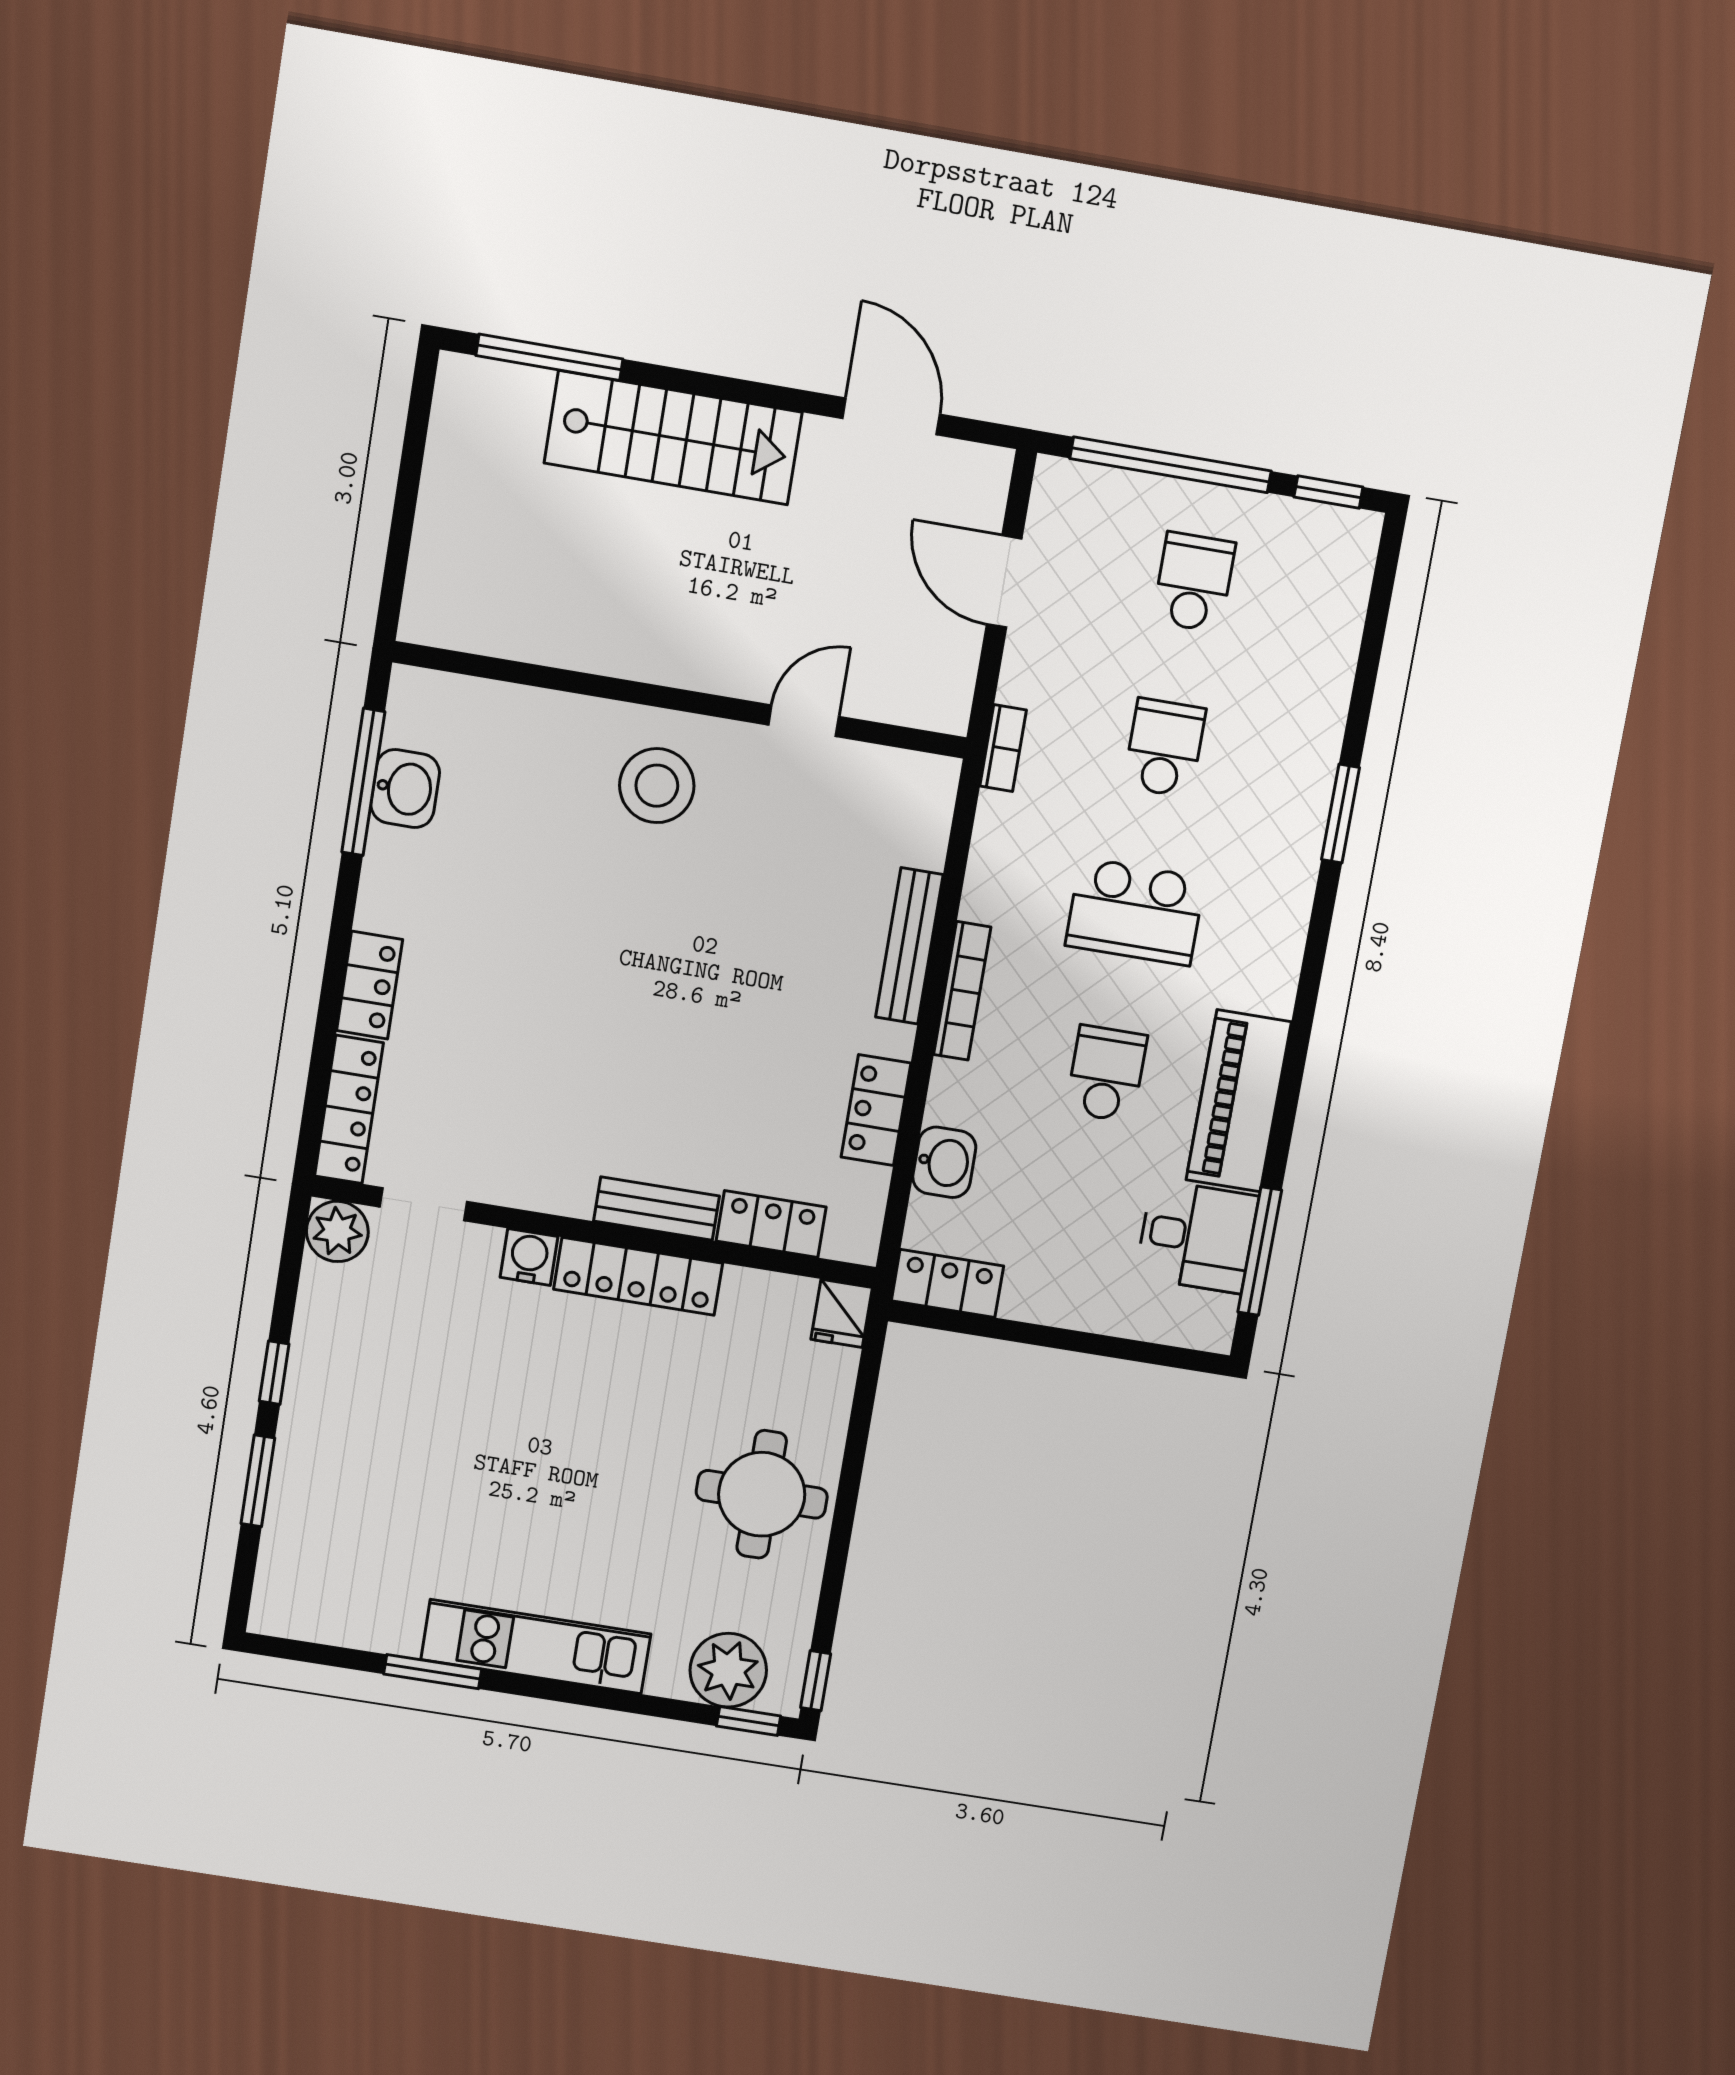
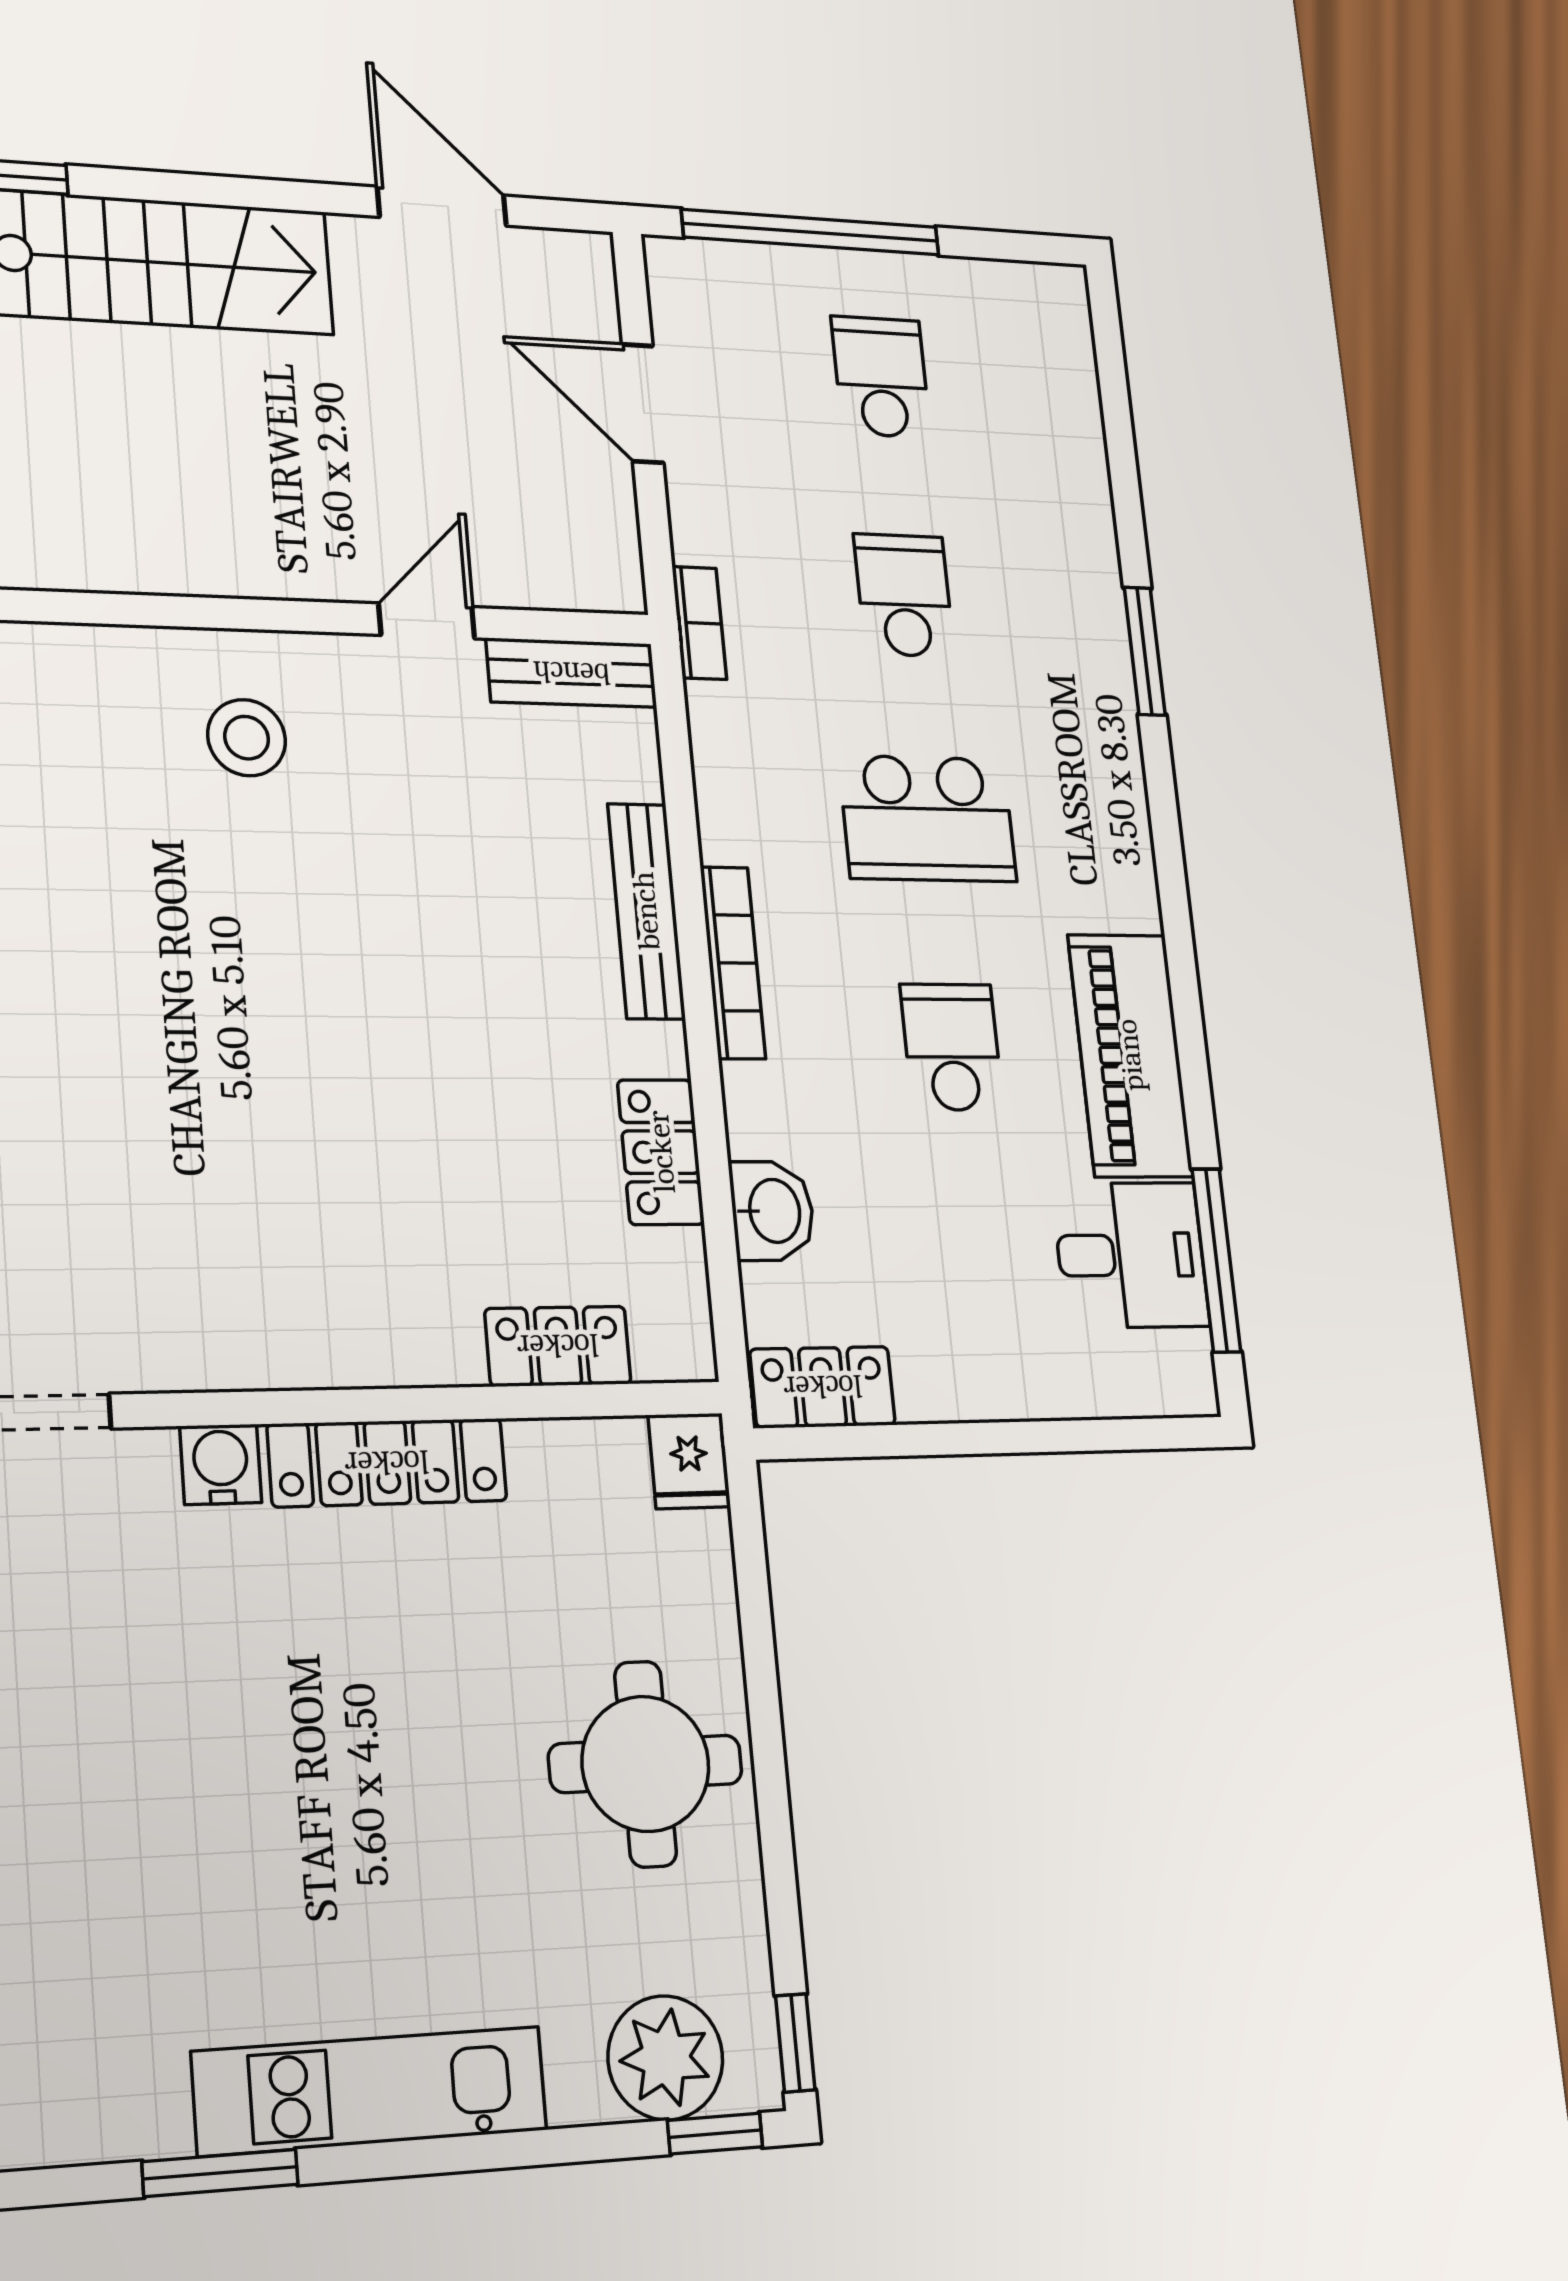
window: (1328, 492) -> (1012, 246), removed
stool: (657, 786) -> (247, 738), width x0.73, depth x0.73
bench: (657, 1209) -> (572, 673), moved

